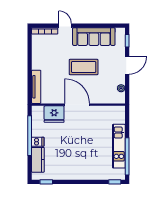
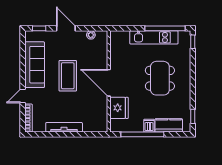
tv unit: (36, 87) -> (64, 127), moved
door: (77, 105) -> (109, 83), hinge flipped
dining table: (81, 152) -> (160, 78), added

